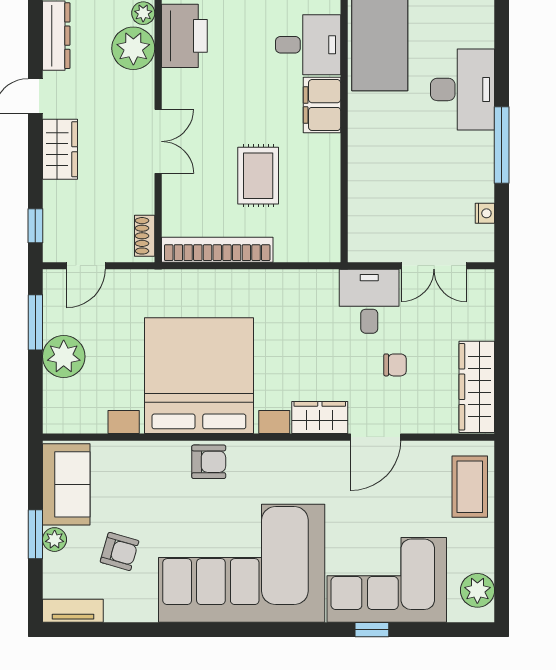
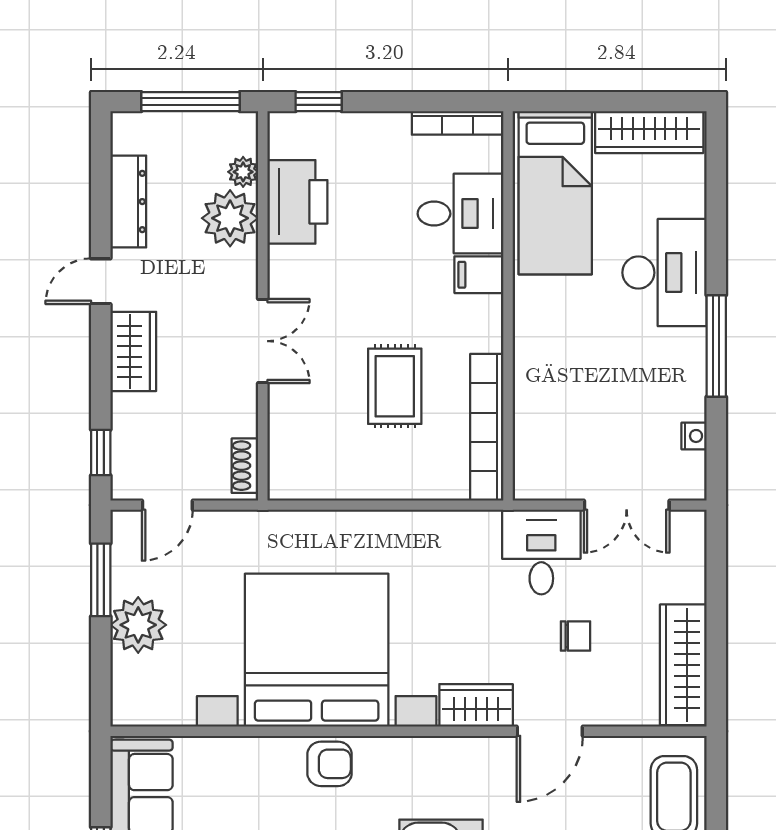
filing cabinet: (322, 105) -> (479, 275), width x0.50
bookcase: (217, 250) -> (487, 427), moved, turned -90

